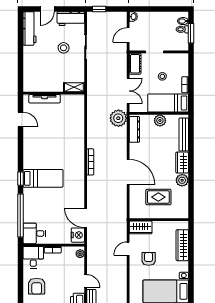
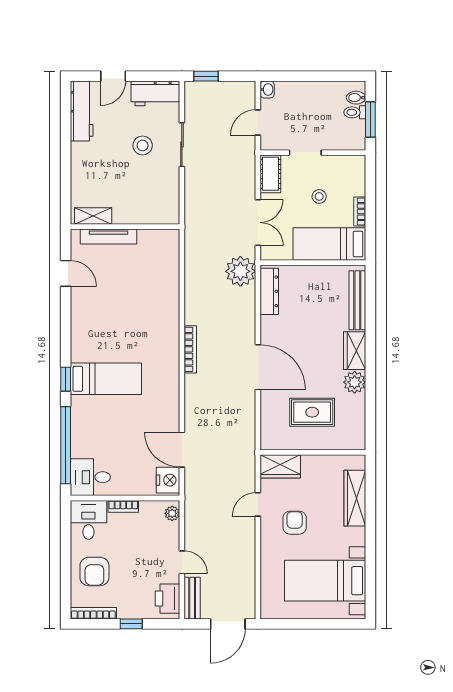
shelving: (74, 87) -> (93, 216), moved
plant: (160, 120) -> (315, 275), removed

